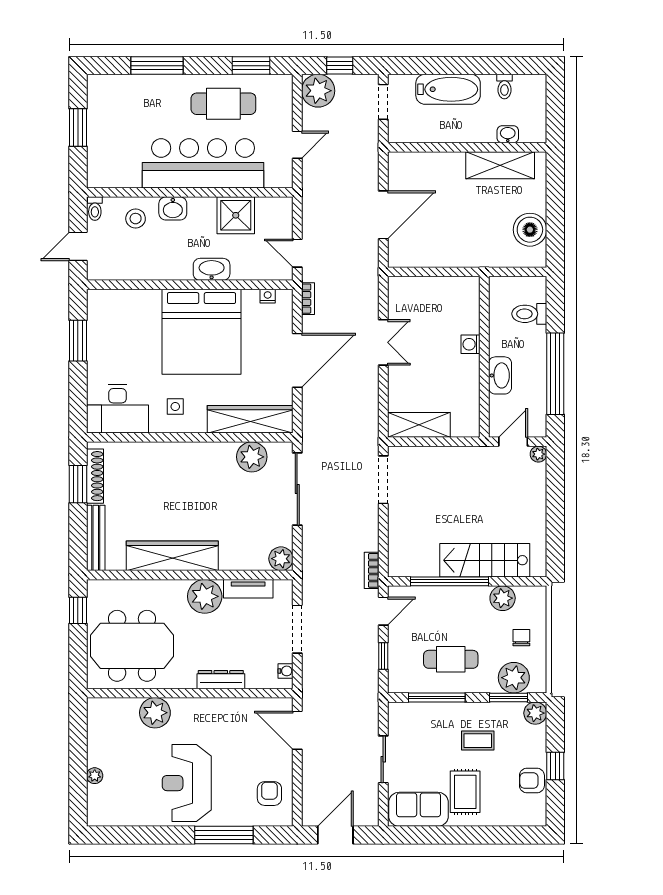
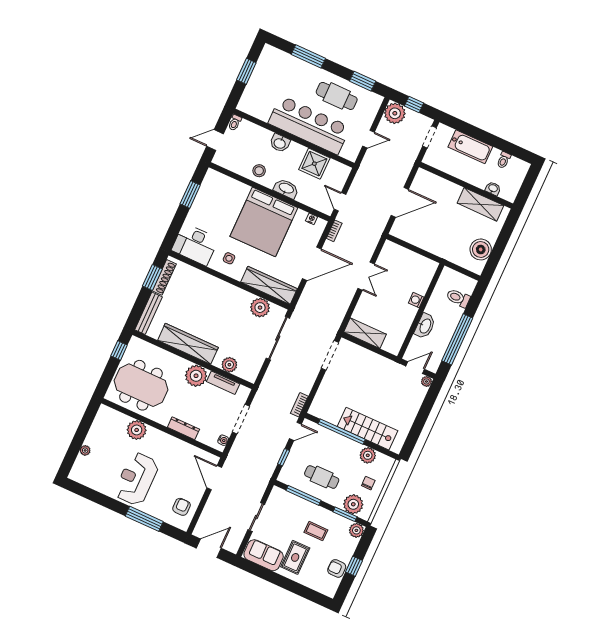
stool: (136, 219) -> (259, 171), moved
plant: (281, 559) -> (229, 365), moved

